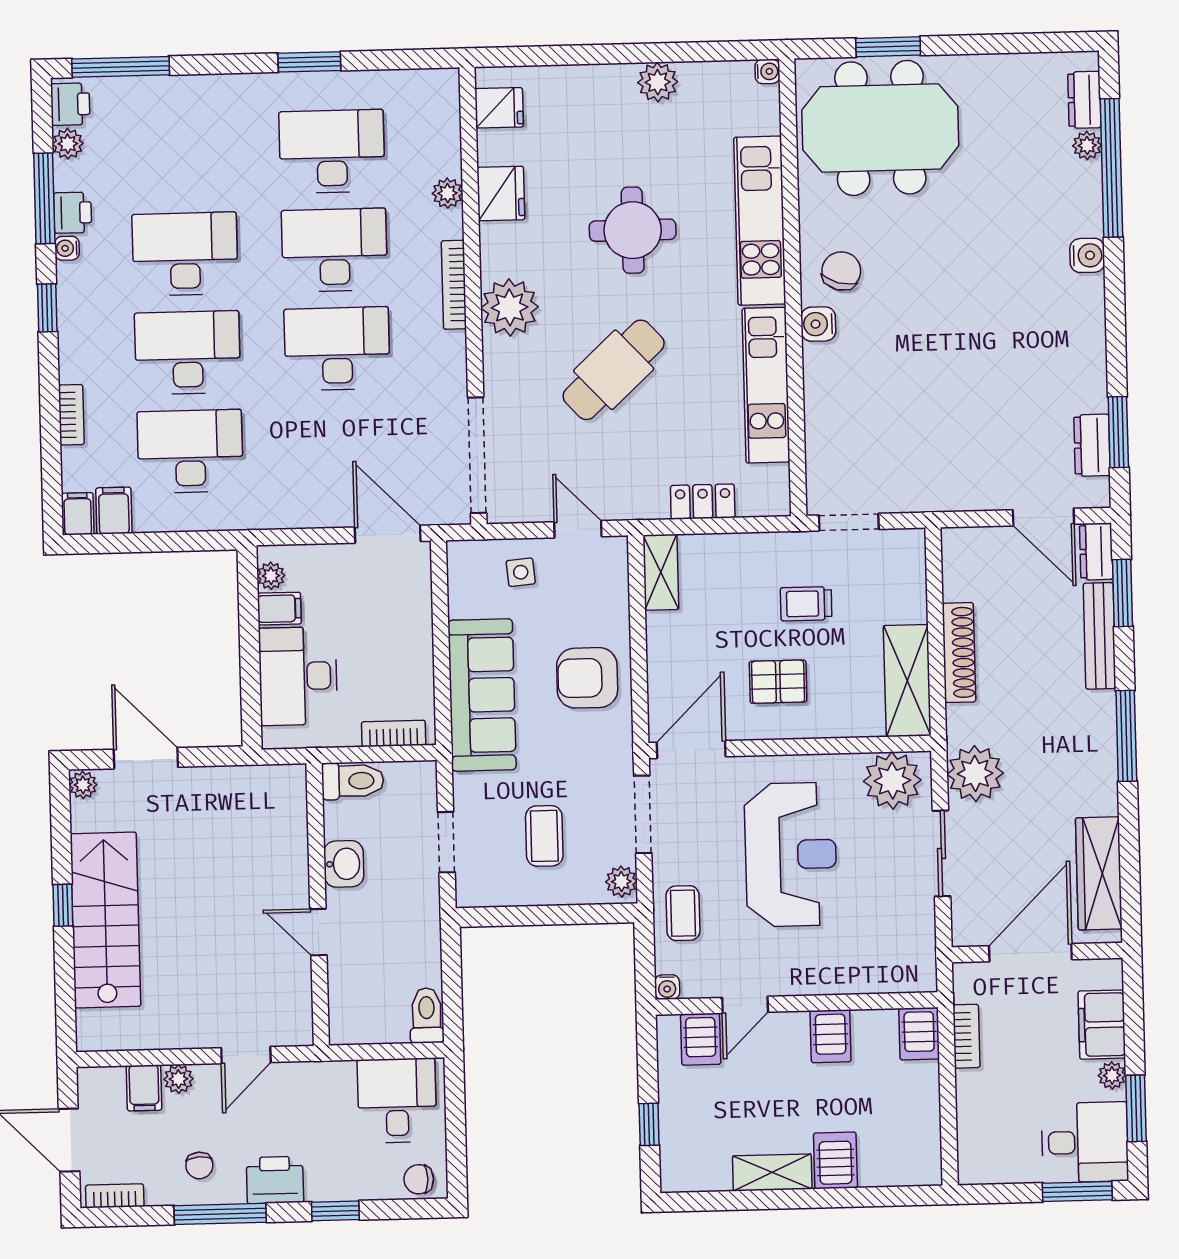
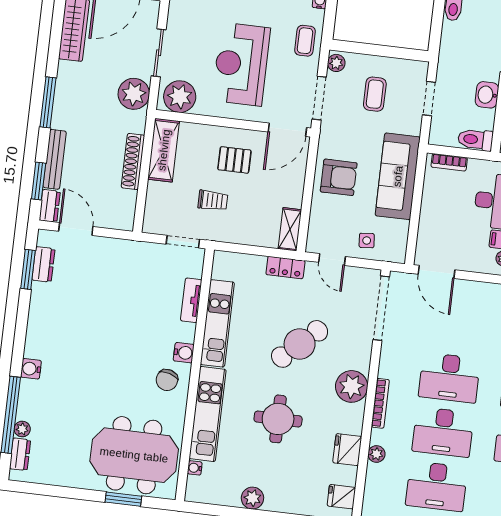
water cooler: (767, 71) -> (195, 468), moved
tv unit: (819, 420) -> (191, 300), added
locker: (703, 502) -> (285, 268), moved

